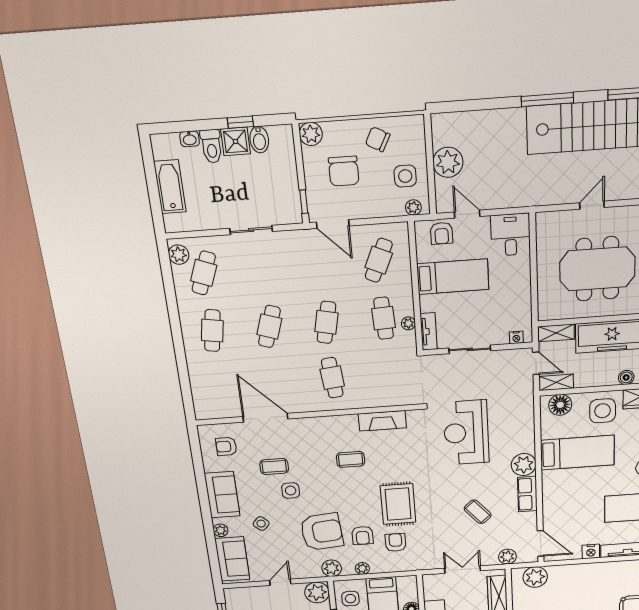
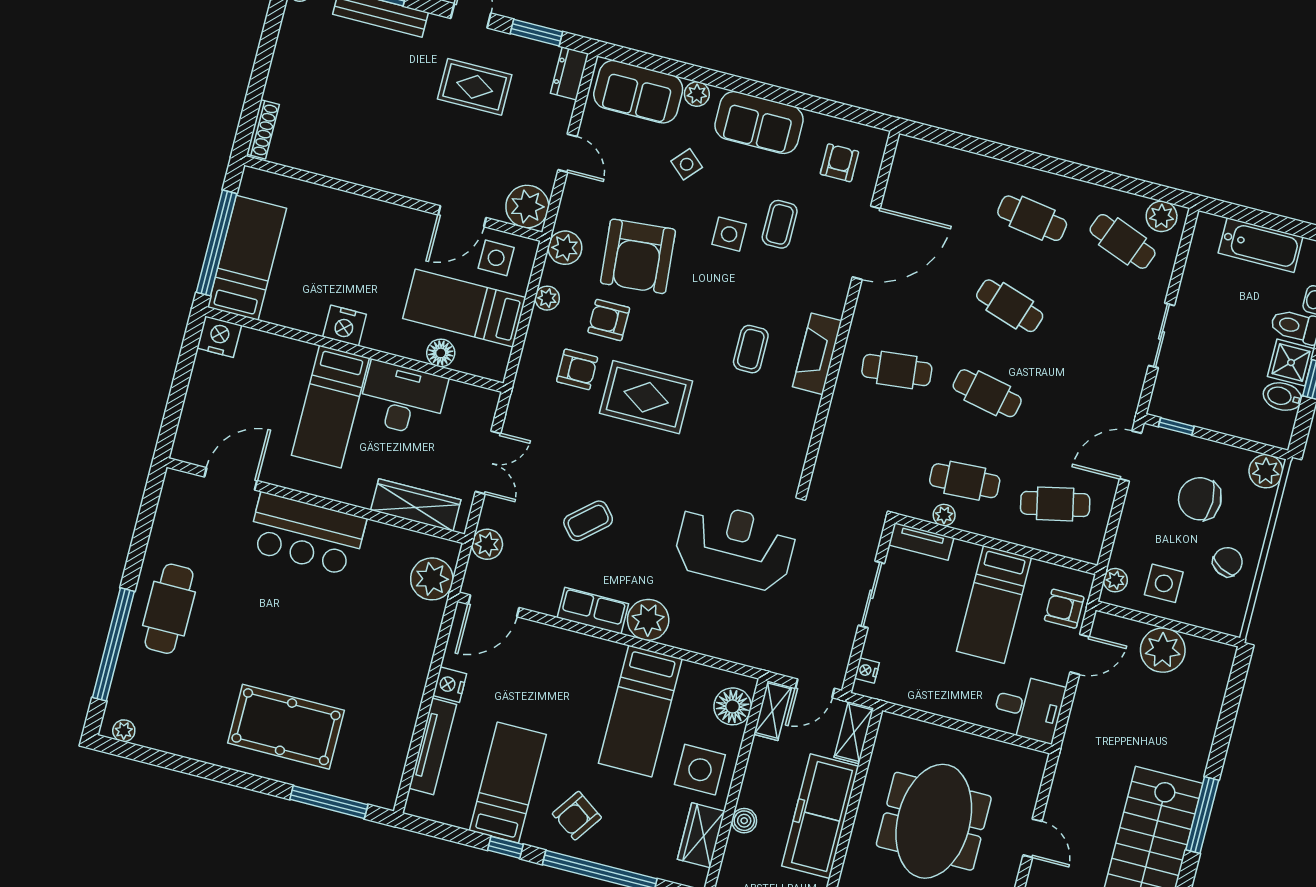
cafe table: (379, 260) -> (1055, 504), turned -36
fireplace: (382, 421) -> (817, 354), moved
dresser: (237, 594) -> (569, 73), added

